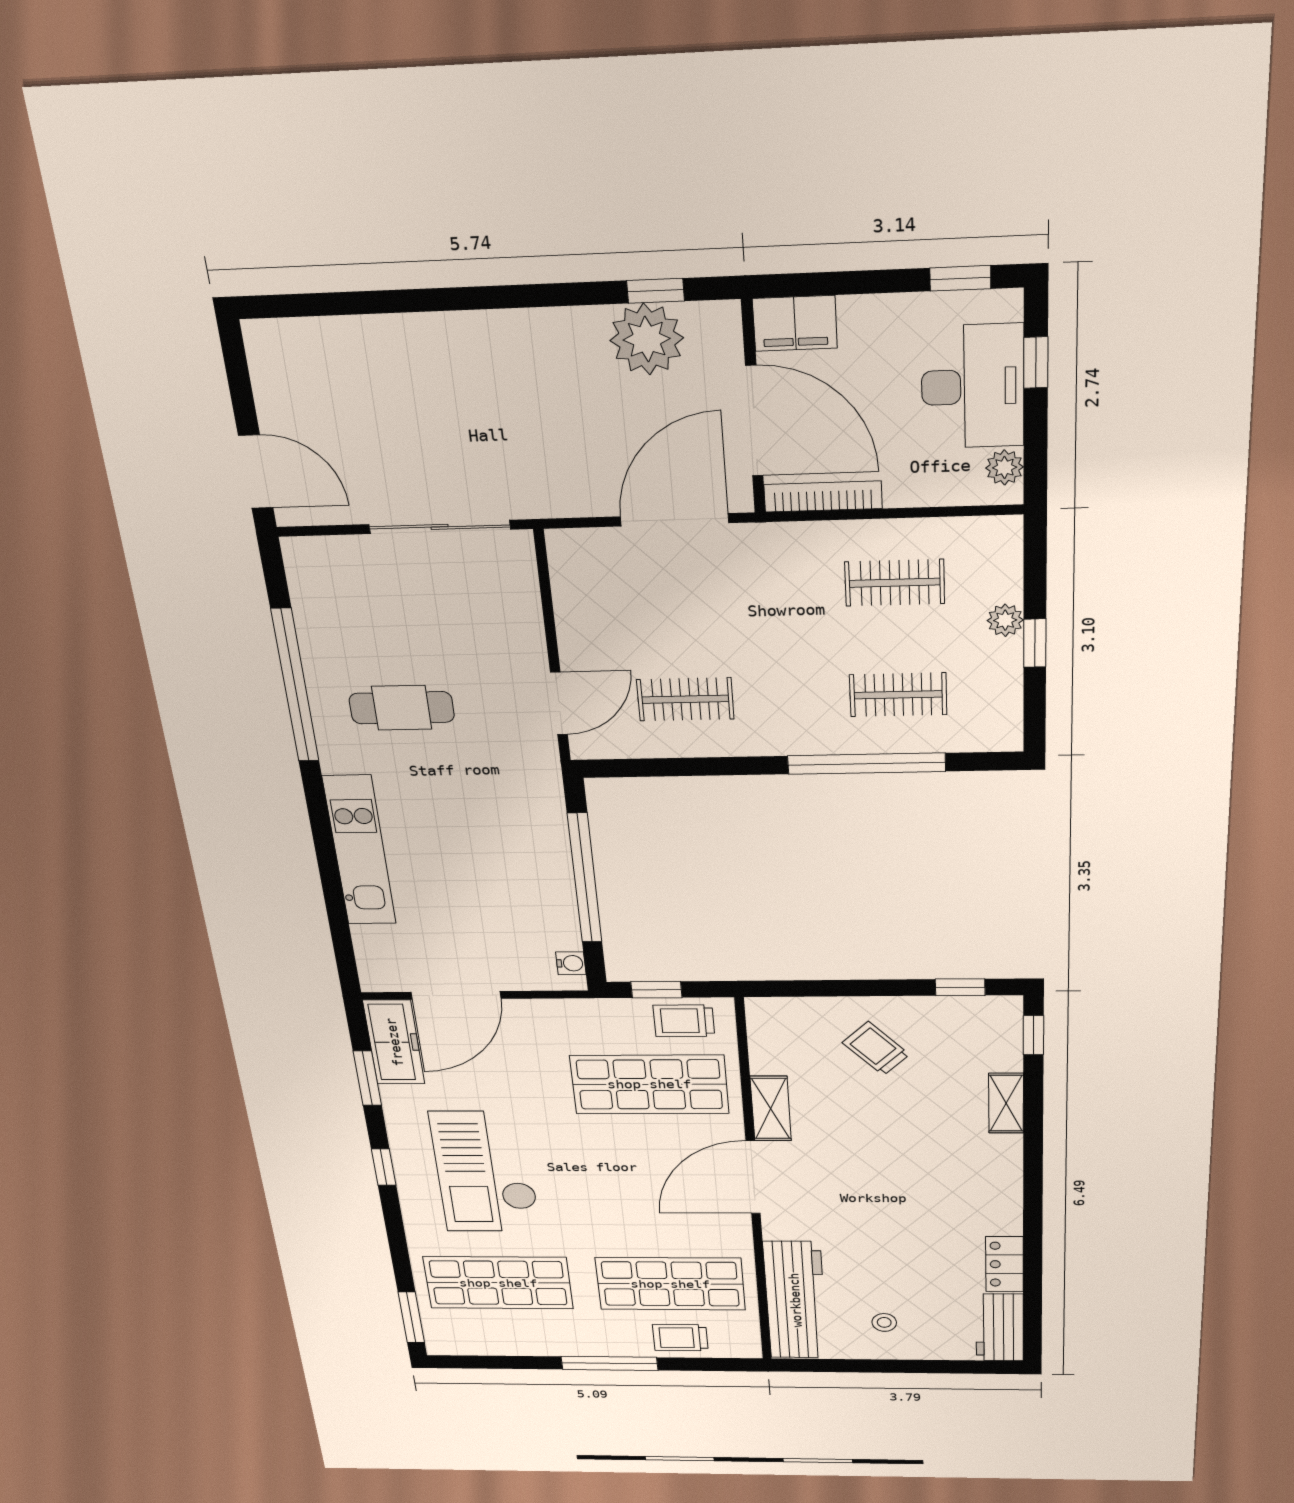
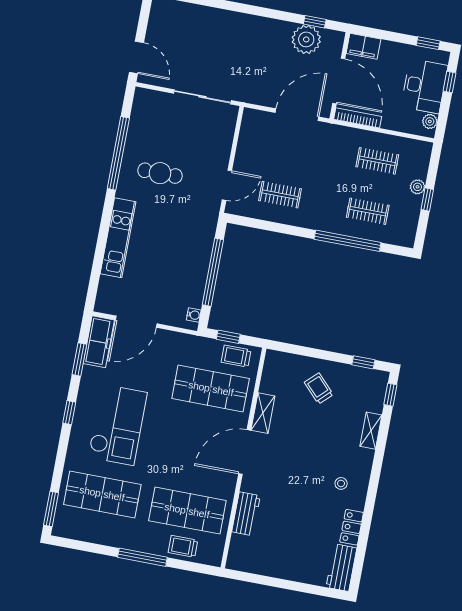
checkout: (485, 1172) -> (118, 425), turned 180
workbench: (795, 1300) -> (246, 514), width x0.53, depth x0.76
stool: (884, 1322) -> (341, 483), moved

